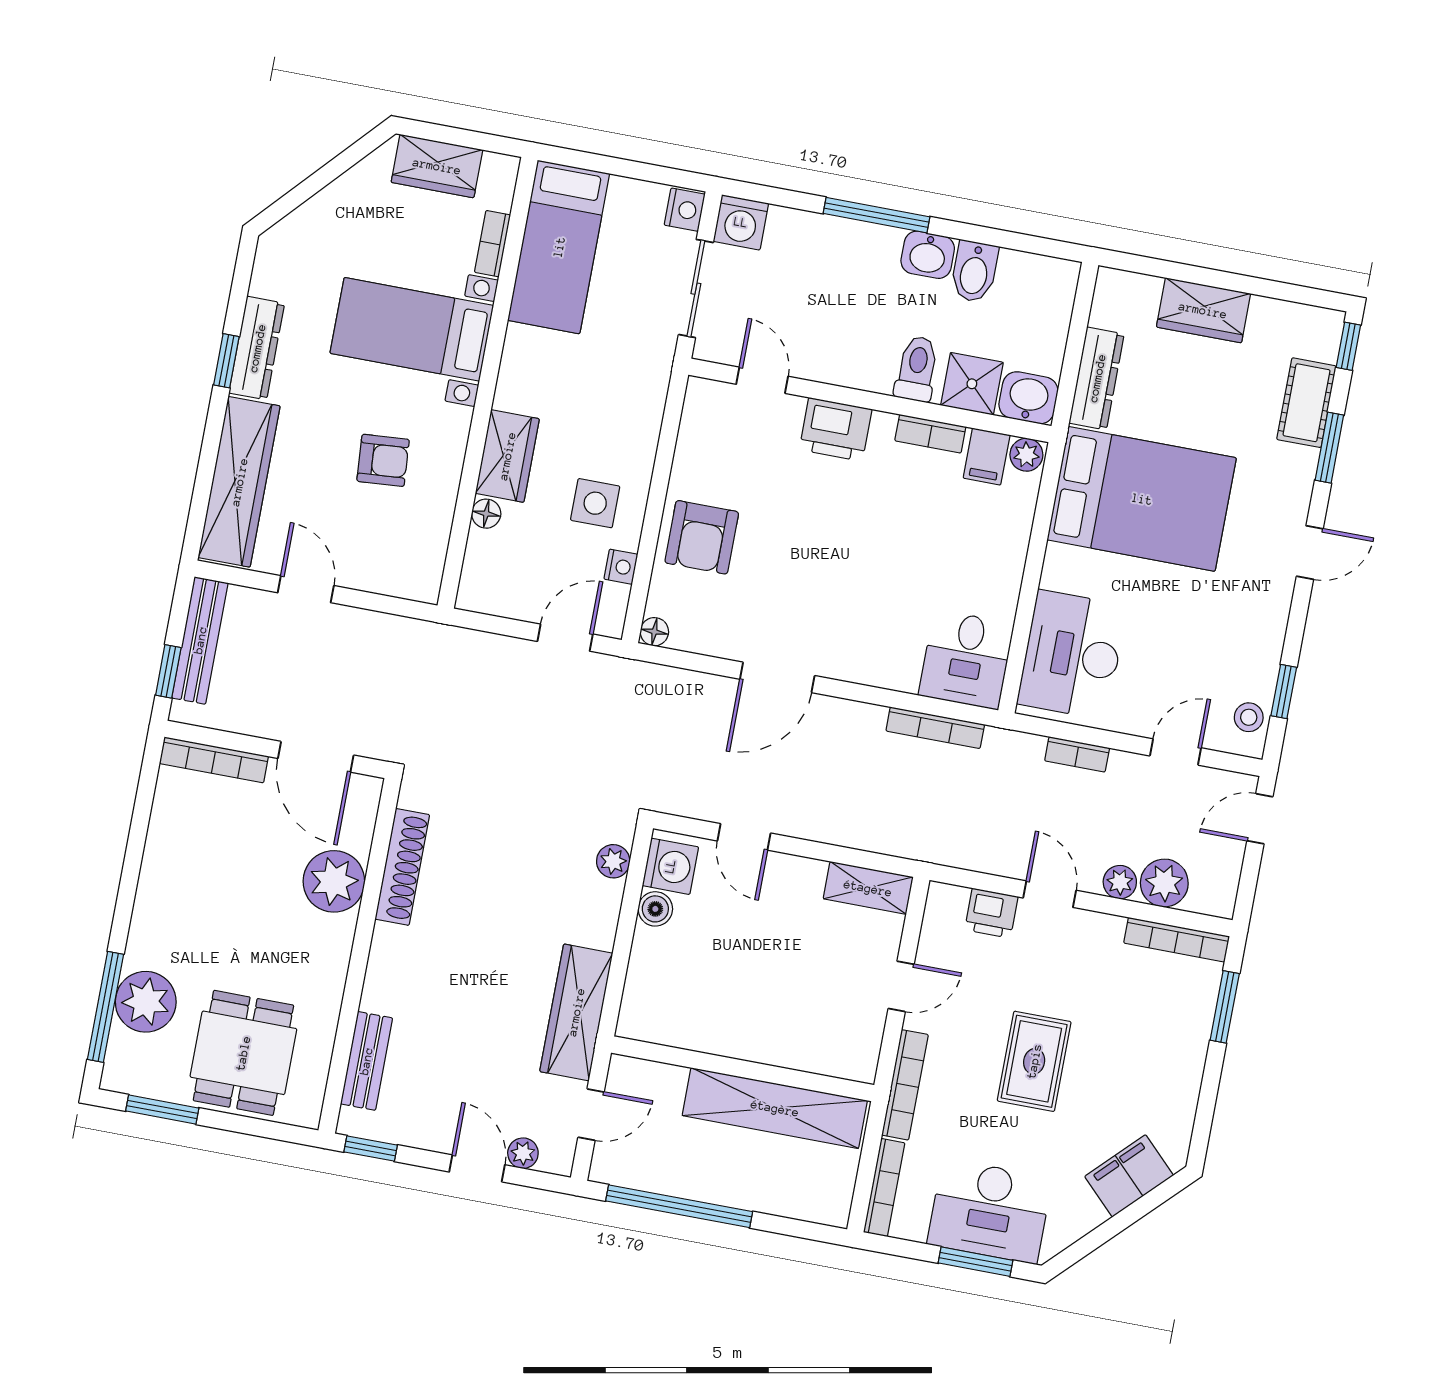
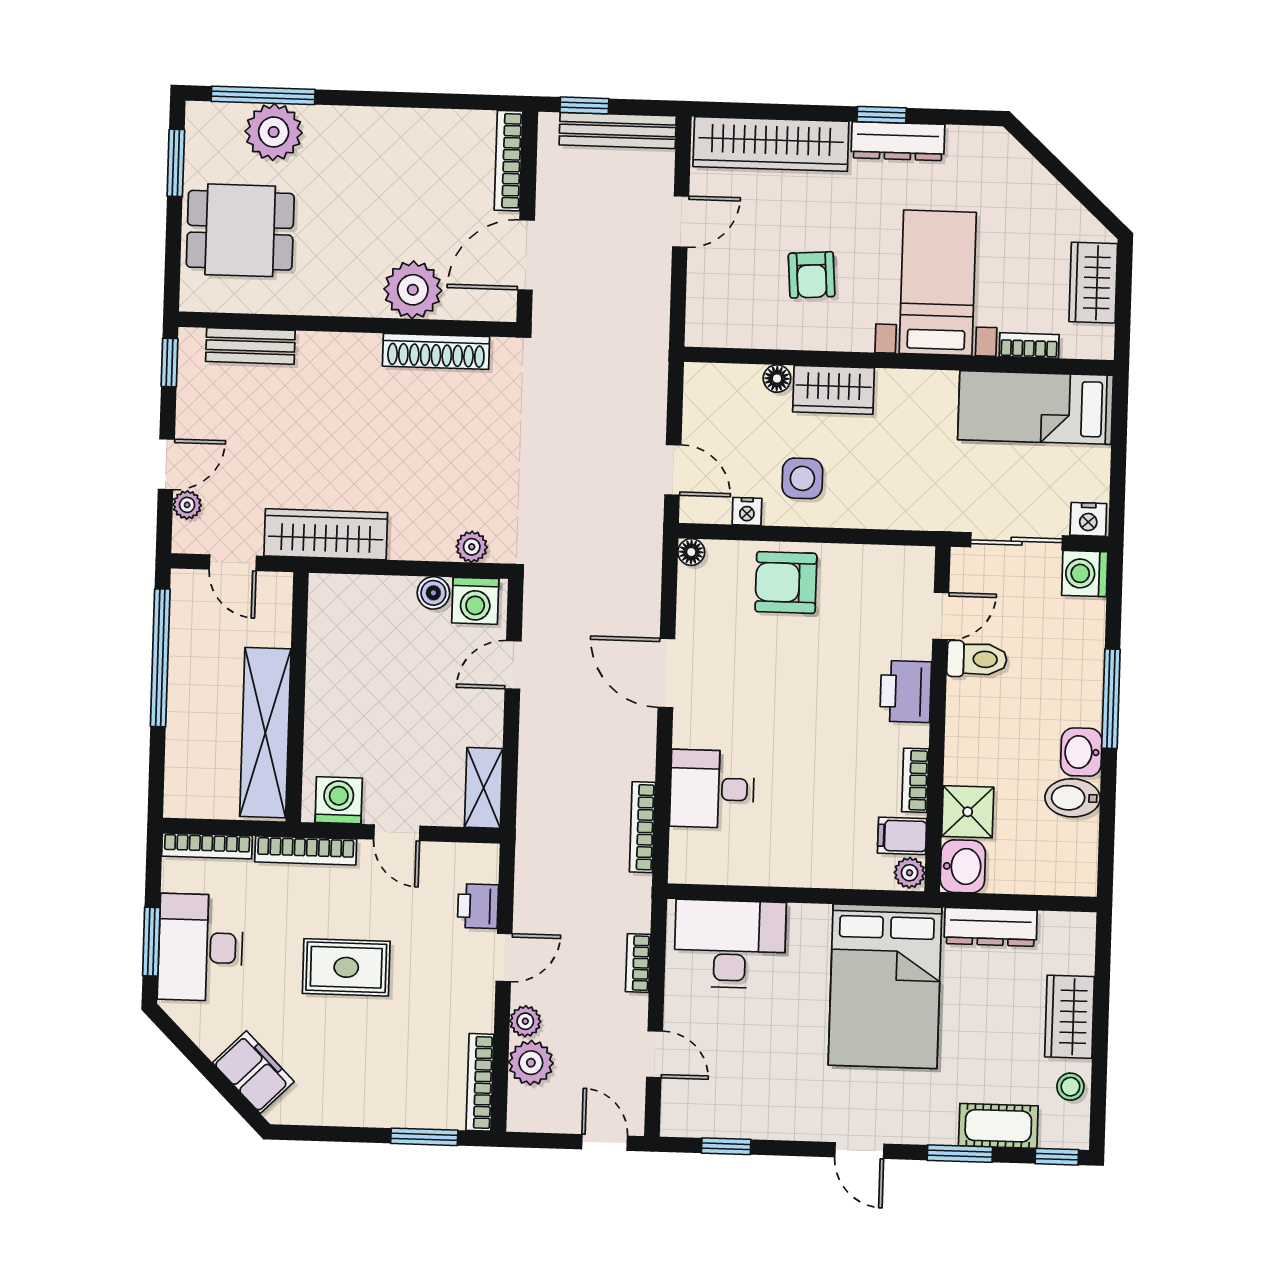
toilet: (917, 369) -> (977, 659), moved
desk: (966, 660) -> (712, 789), moved
stool: (1249, 717) -> (1070, 1087), moved
washing machine: (858, 1042) -> (339, 800), added

